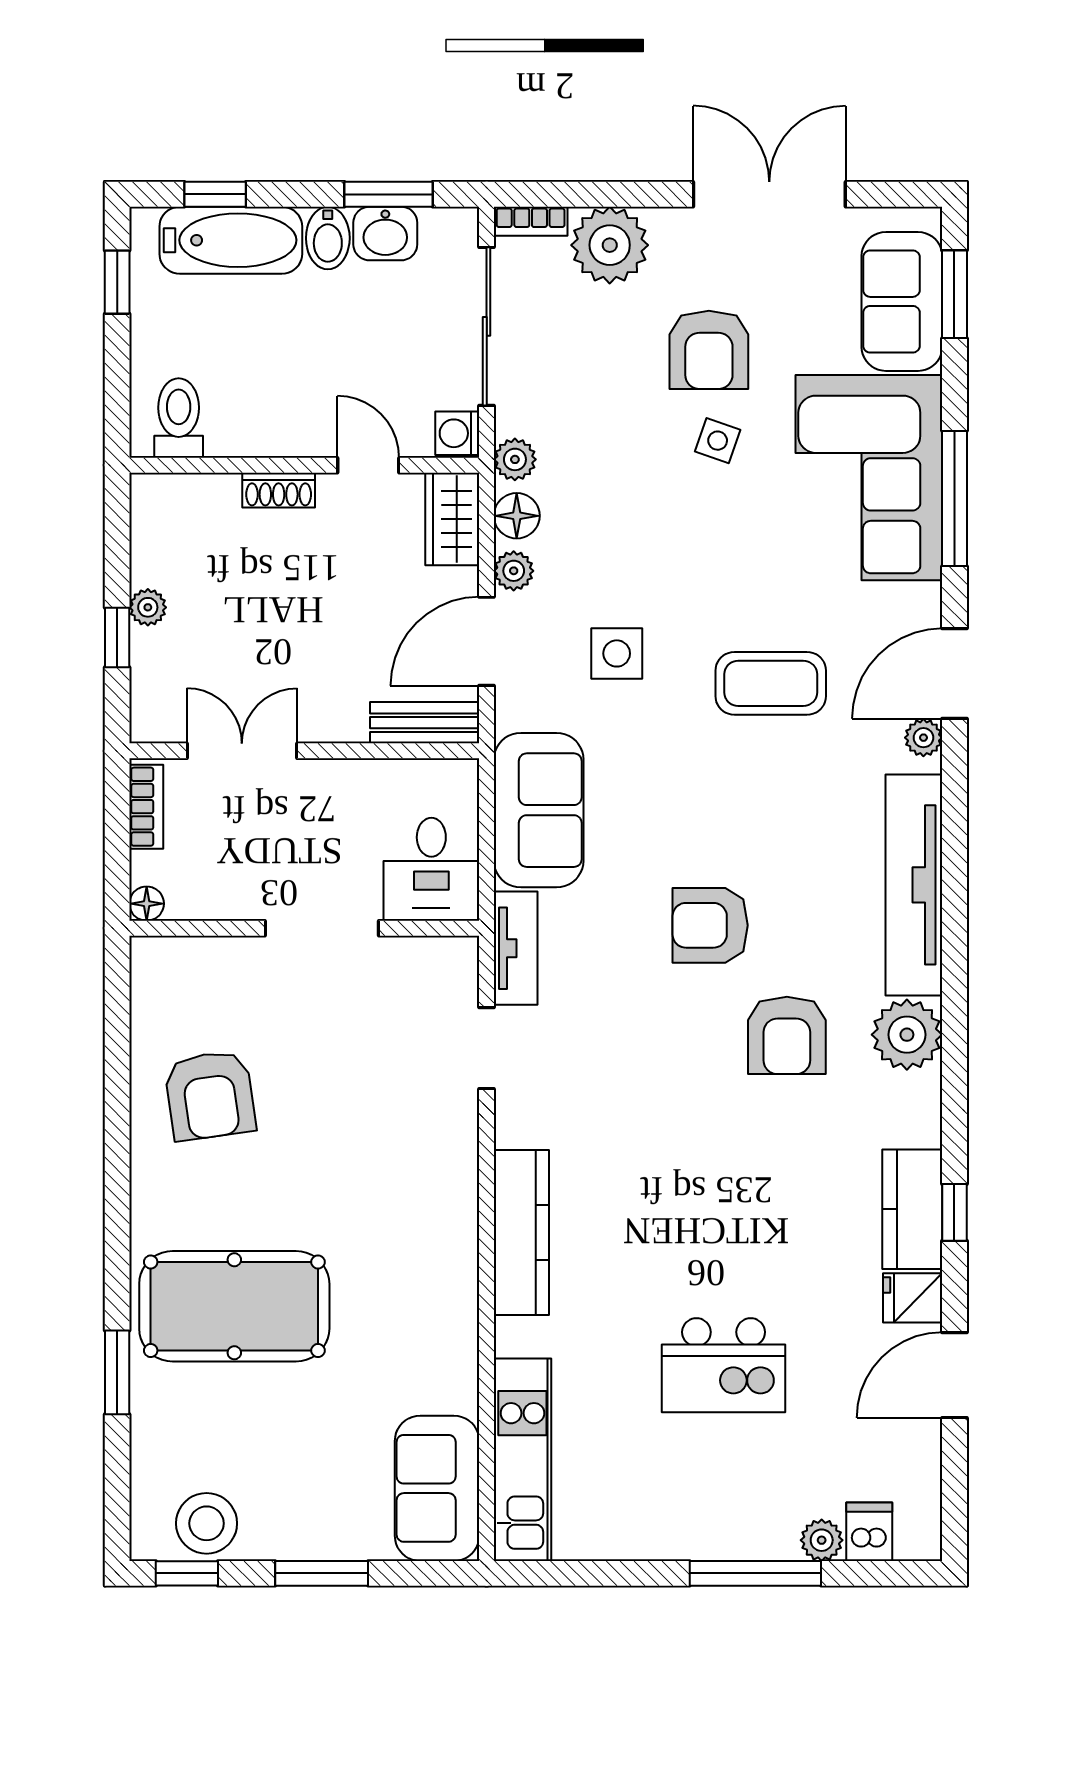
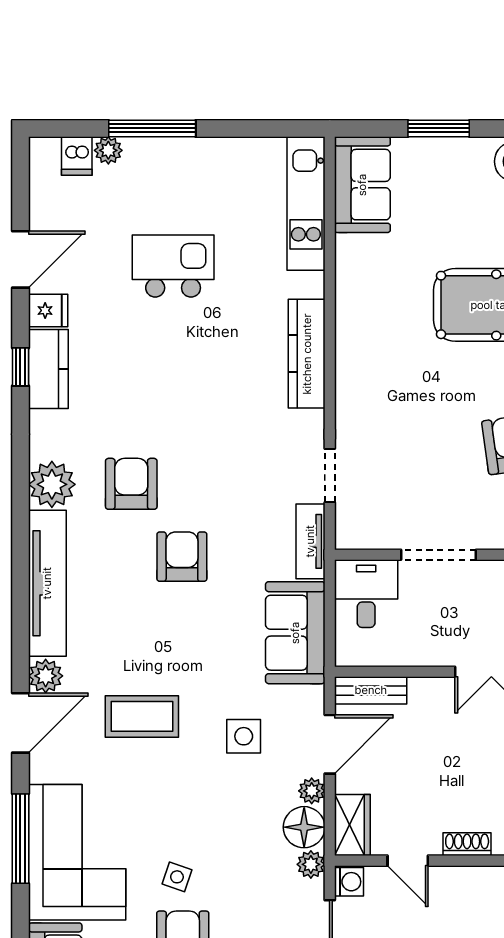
floor lamp: (517, 516) -> (304, 827), width x1.38, depth x1.38
plant: (923, 738) -> (46, 676), width x1.38, depth x1.38
armchair: (710, 925) -> (182, 557), turned -90

